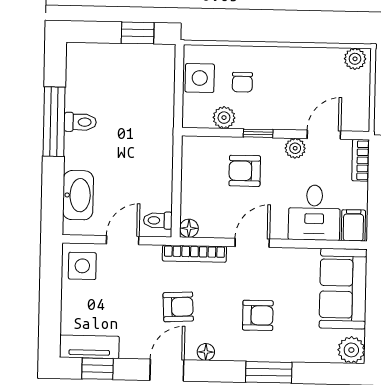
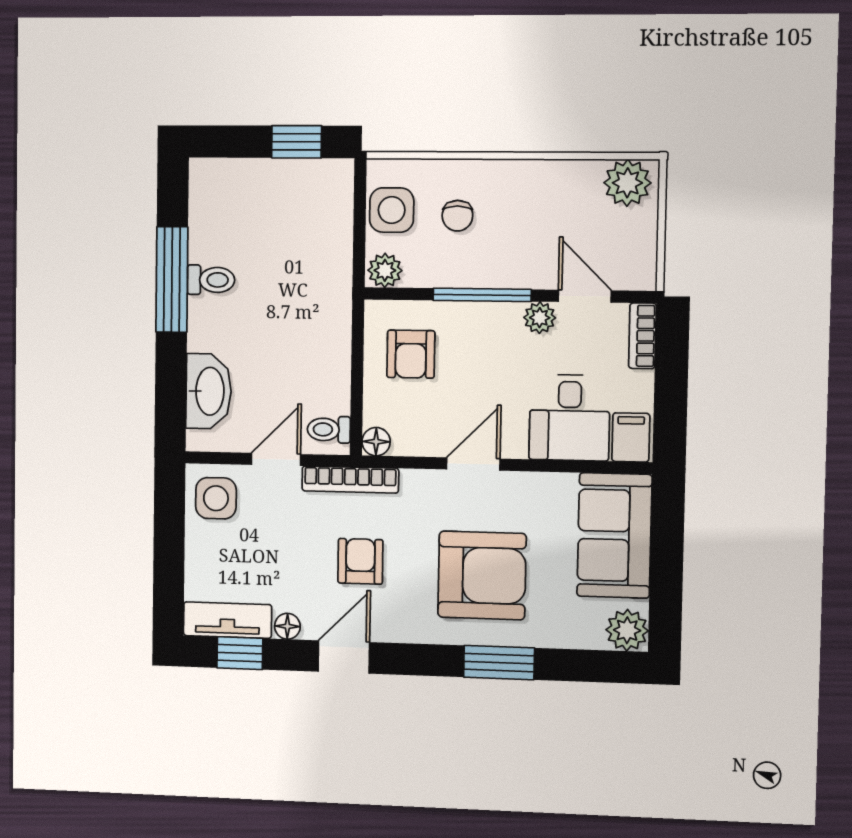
plant: (355, 59) -> (627, 183), width x1.38, depth x1.38
plant: (224, 118) -> (385, 270), moved
window: (258, 133) -> (482, 295), width x2.17
door: (324, 135) -> (585, 296), hinge flipped
armchair: (245, 171) -> (411, 354), moved, turned -90
bookcase: (194, 254) -> (350, 480), moved
armchair: (178, 307) -> (360, 561), turned -87
armchair: (258, 315) -> (482, 575), width x1.88, depth x1.88
floor lamp: (206, 352) -> (287, 626), moved

